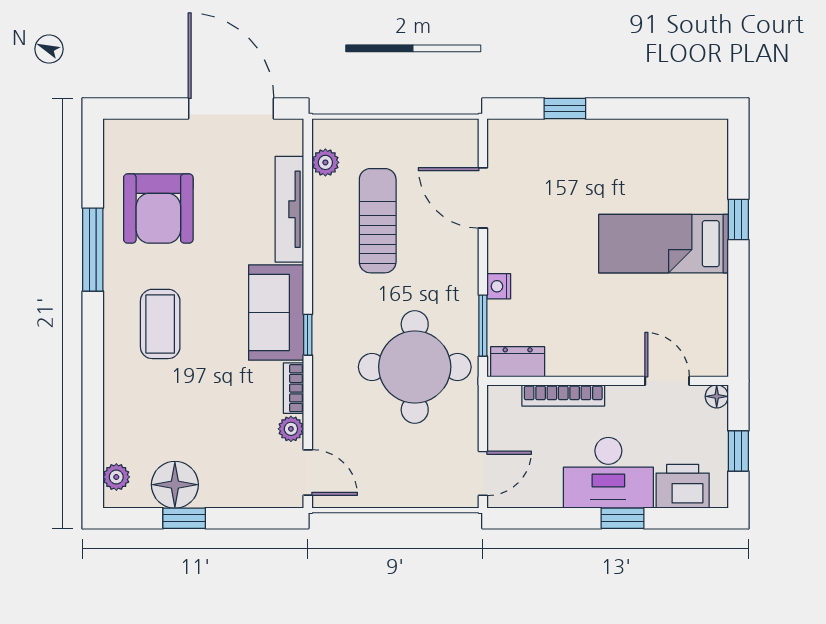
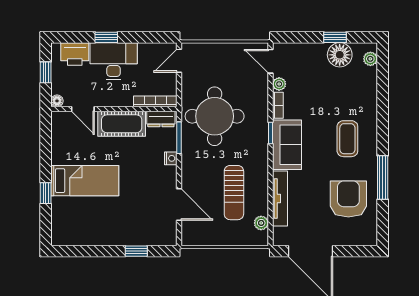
cot: (593, 352) -> (122, 124), added
bookcase: (563, 395) -> (155, 101), moved

